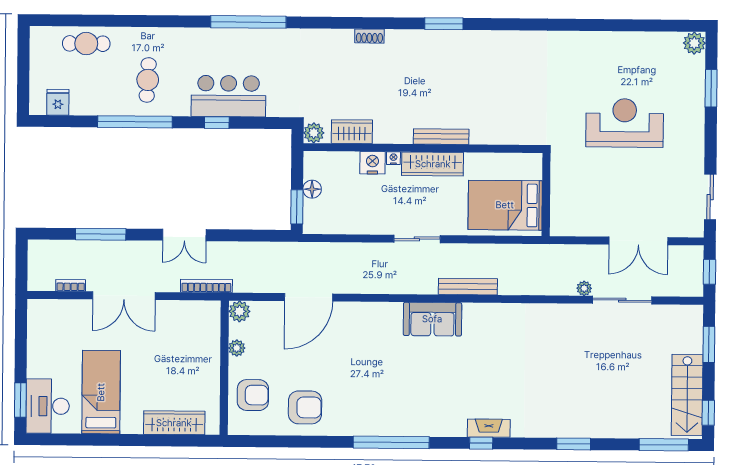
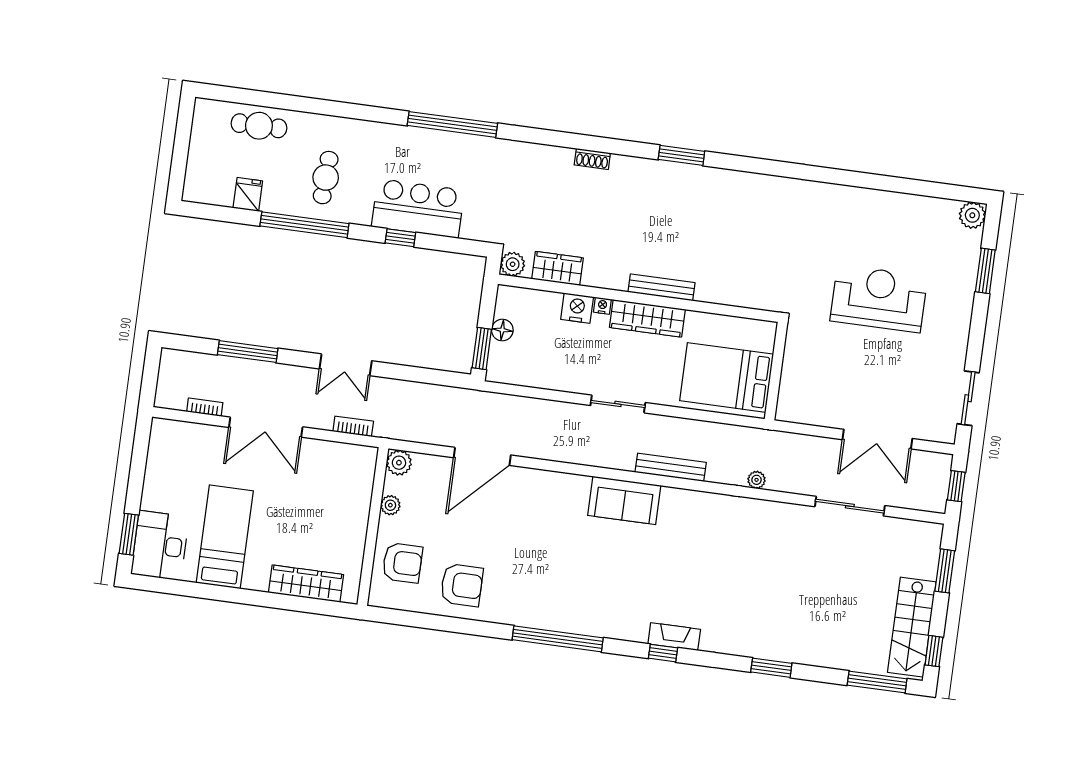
fridge: (58, 102) -> (248, 194), moved
bookcase: (206, 286) -> (353, 426), width x0.64
plant: (584, 288) -> (757, 480), moved

